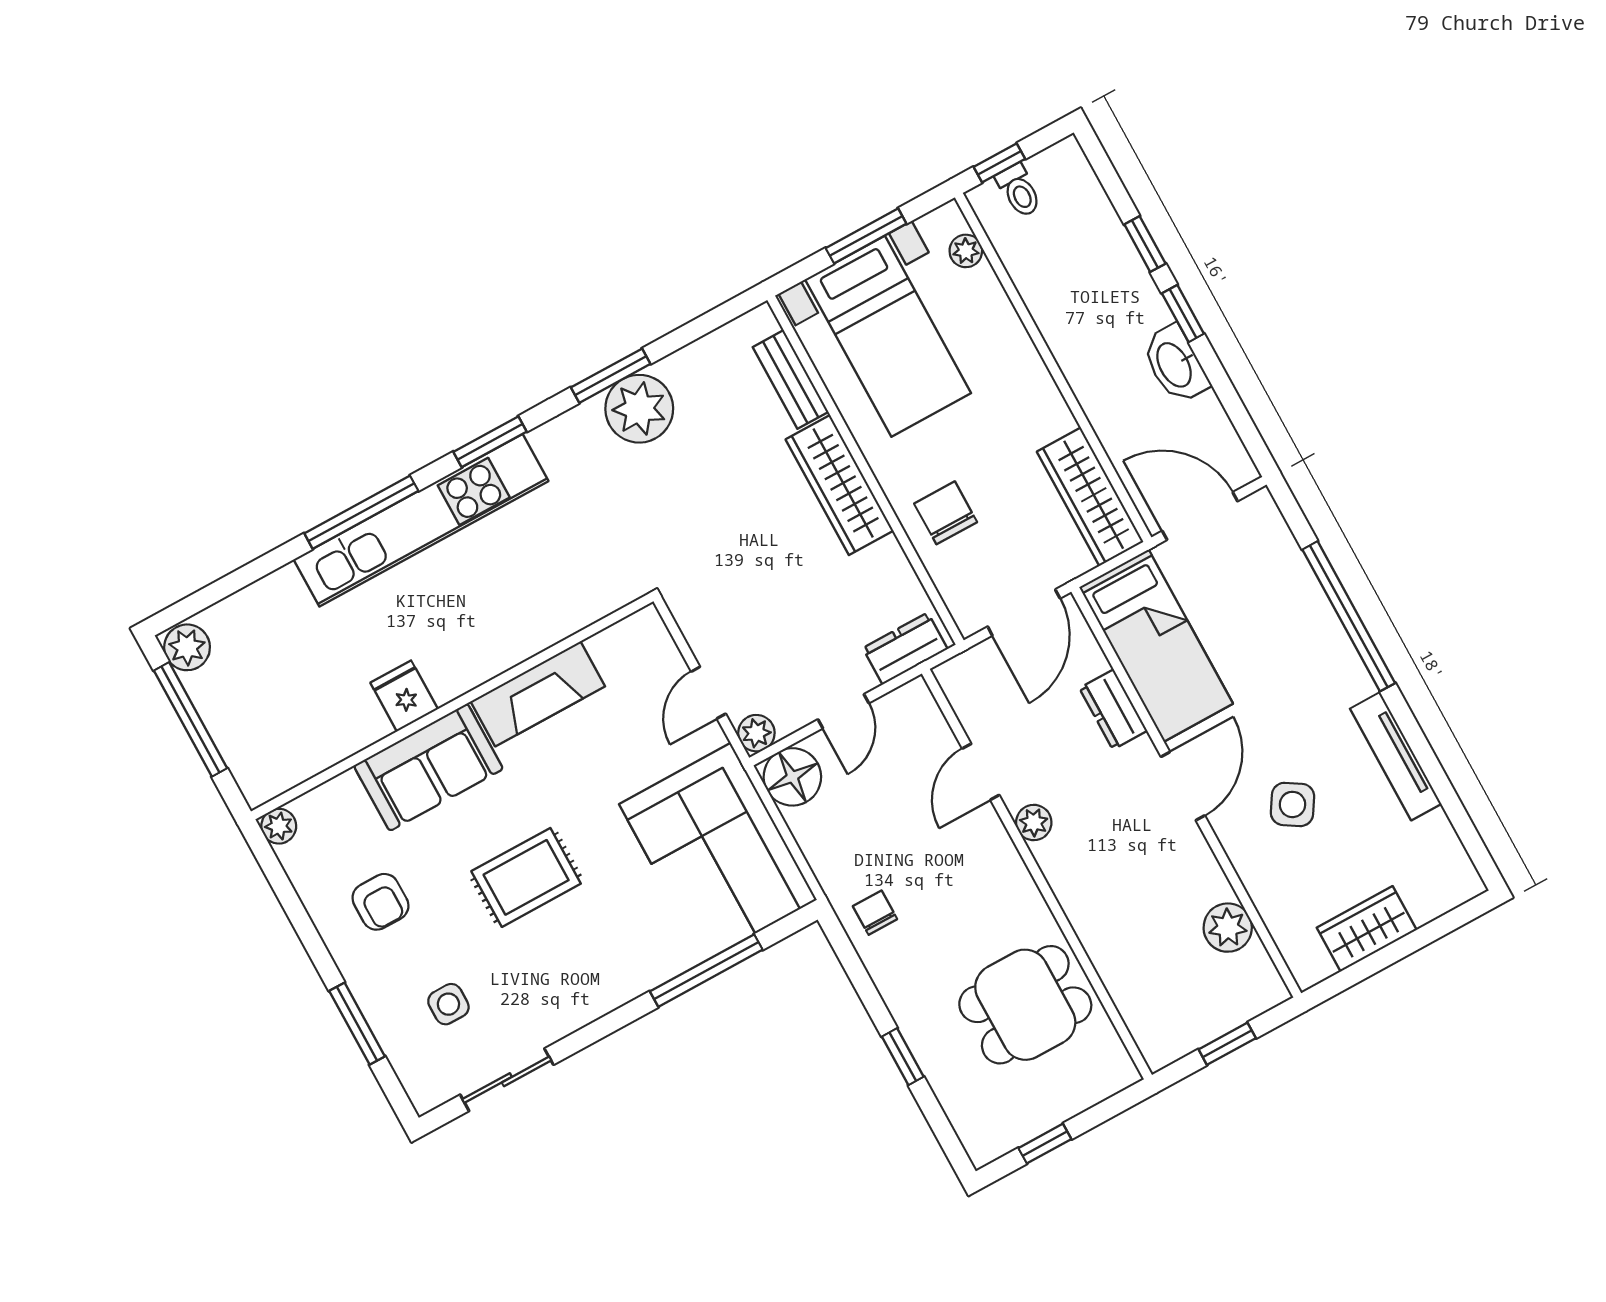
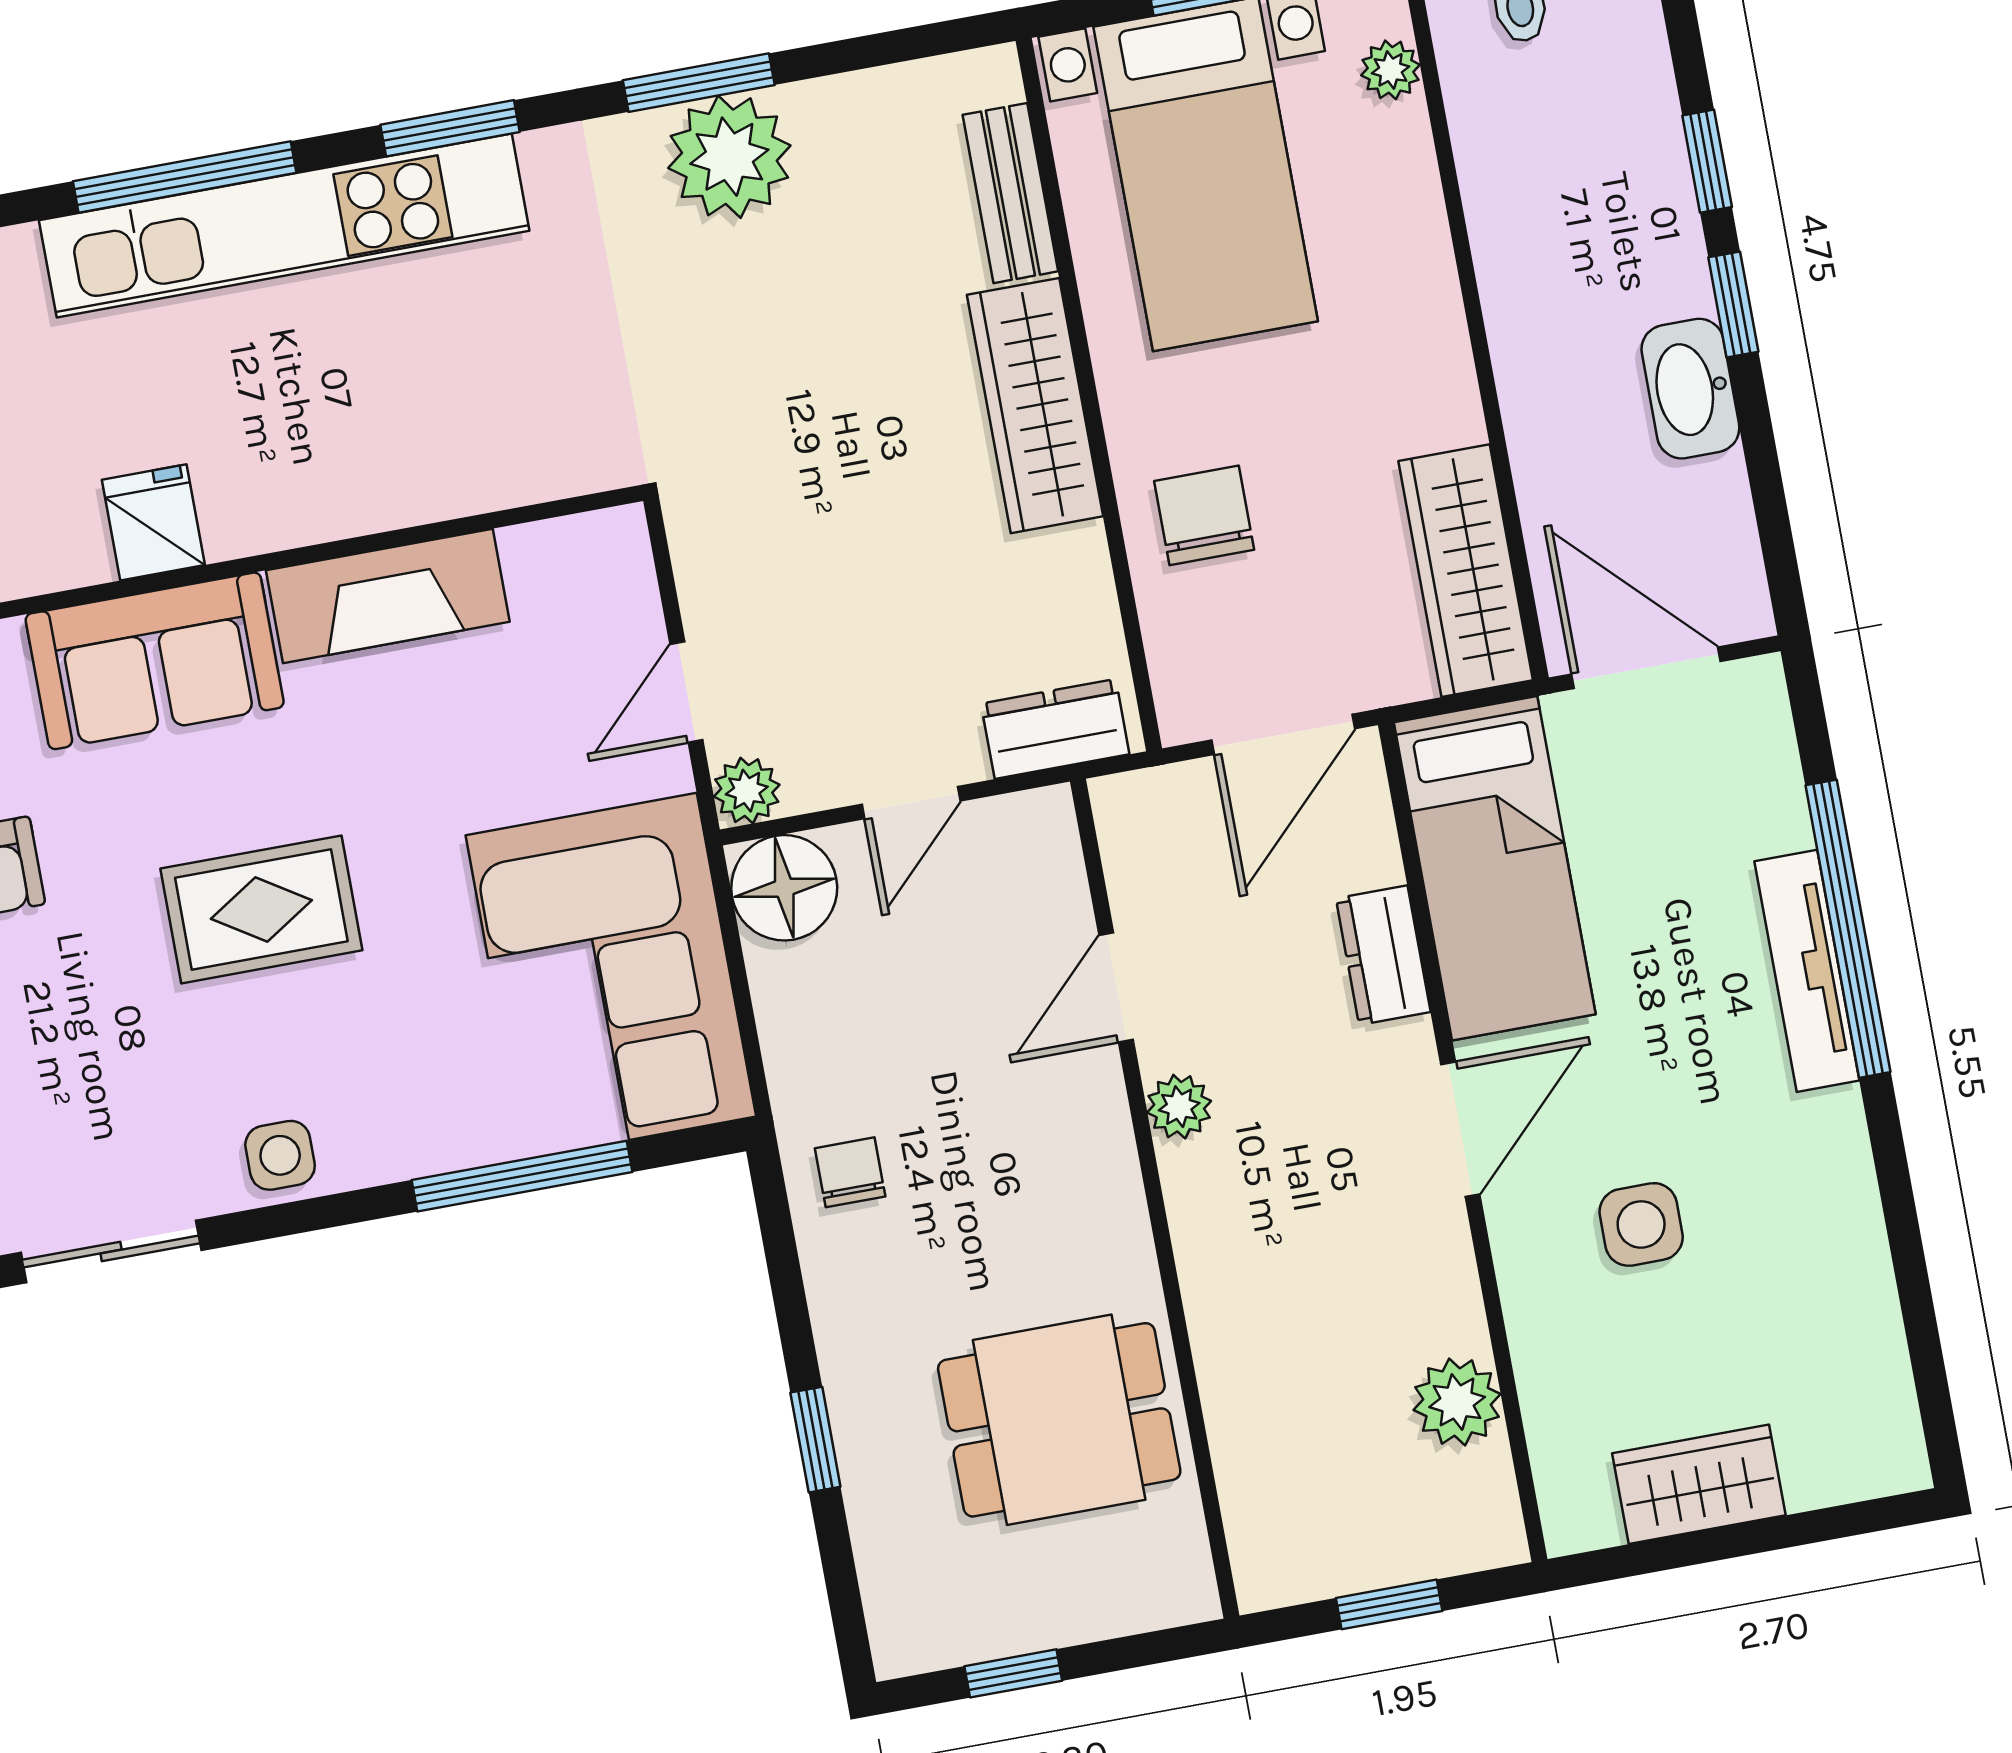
tv unit: (1396, 756) -> (1807, 971), moved
side table: (1292, 804) -> (1641, 1224), turned -32
side table: (448, 1004) -> (280, 1155), moved

